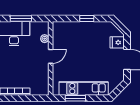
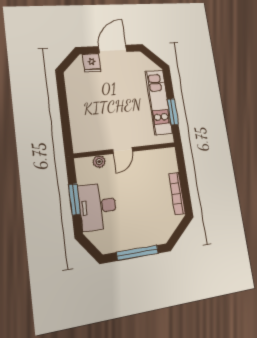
window: (87, 19) -> (63, 106), removed
door: (51, 56) -> (123, 150), swing flipped

